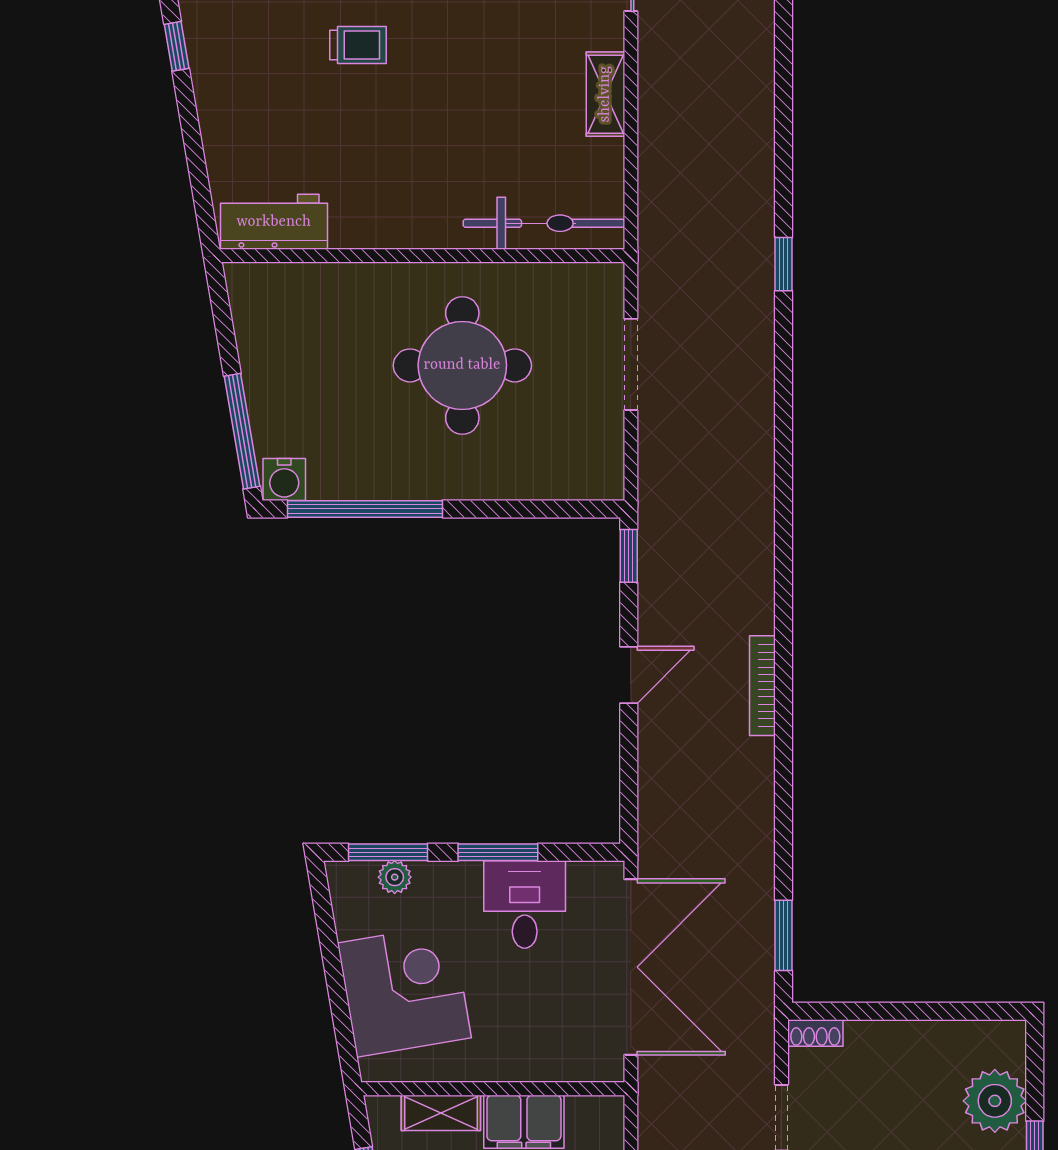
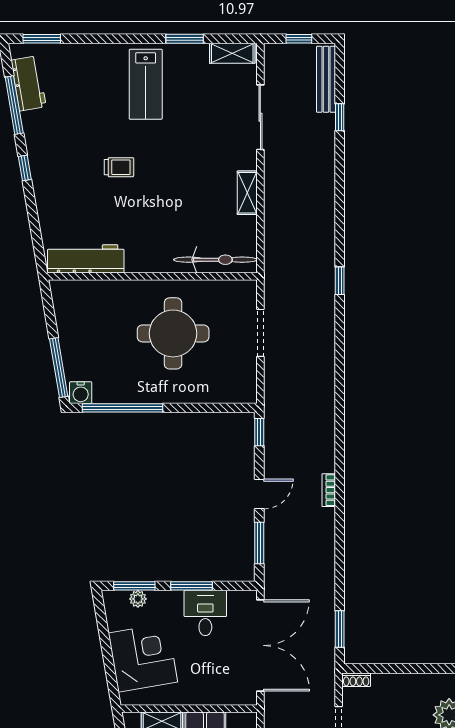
workbench: (274, 222) -> (86, 259), width x1.38
bookcase: (762, 686) -> (329, 490), width x0.64
window: (629, 769) -> (259, 543), added

